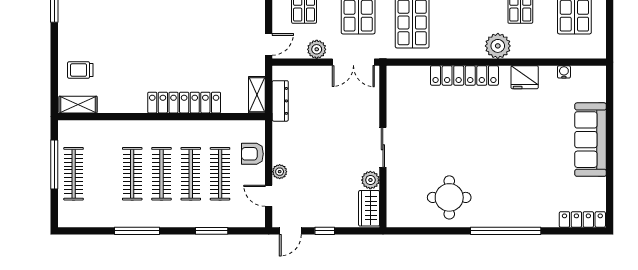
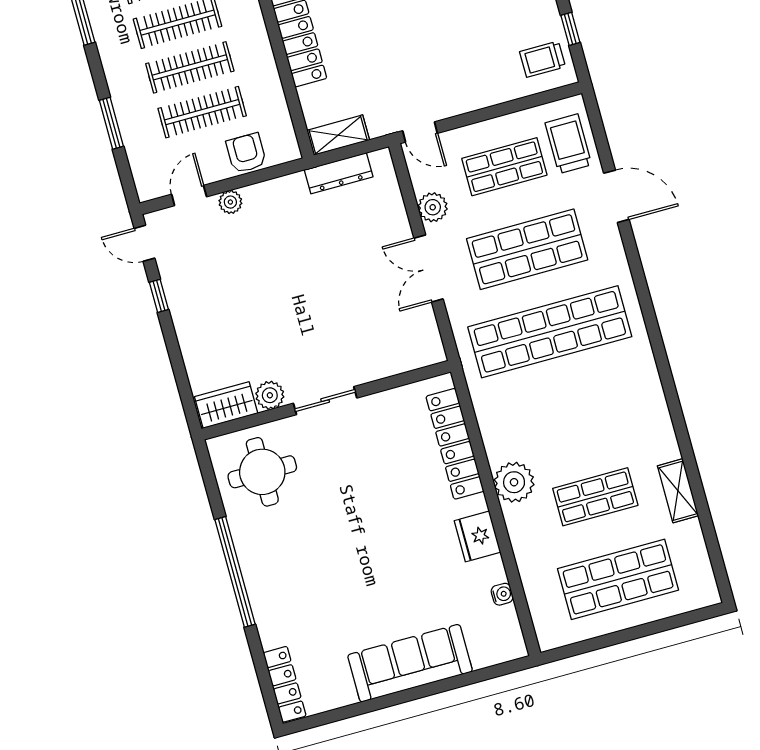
sliding door: (383, 147) -> (325, 401), moved
wall: (383, 147) -> (326, 400), moved
plant: (370, 180) -> (270, 395), moved
wardrobe: (369, 208) -> (226, 405), moved

